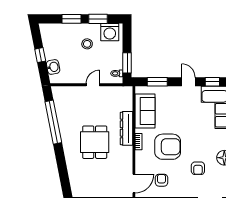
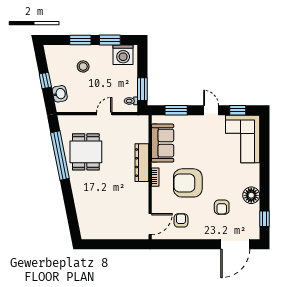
stool: (87, 44) -> (83, 66), moved
dining table: (95, 142) -> (86, 152), moved
armchair: (168, 147) -> (188, 183), turned 180

